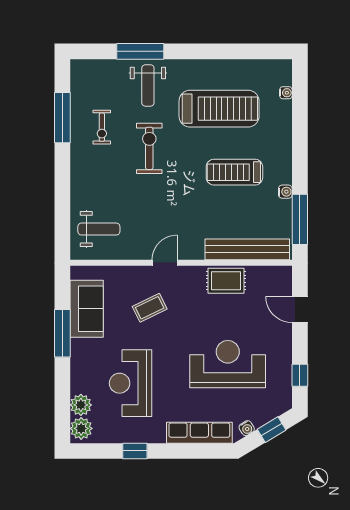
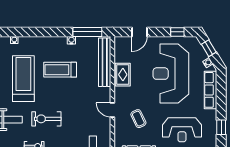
treadmill: (234, 172) -> (60, 70), turned 90
reception desk: (228, 364) -> (171, 74), width x1.36, depth x1.30

